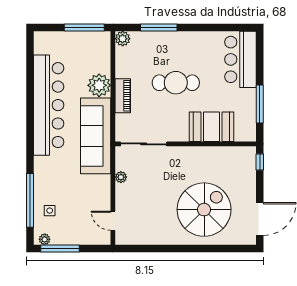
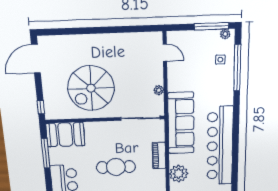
plant: (99, 85) -> (179, 174), moved
booth: (211, 127) -> (65, 135), moved
spiral stairs: (204, 210) -> (91, 88), moved

